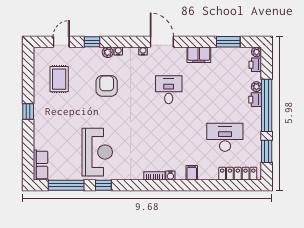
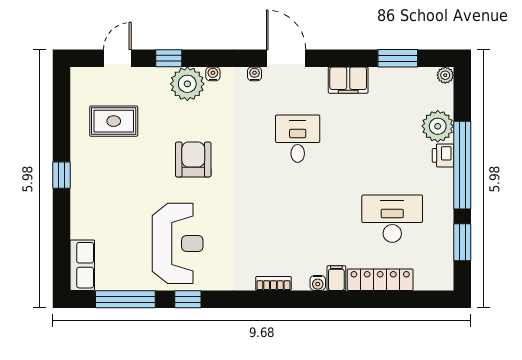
plant: (108, 52) -> (187, 84), width x1.87, depth x1.87
printer: (255, 65) -> (443, 97), removed
rug: (59, 79) -> (114, 121), turned 90
armchair: (107, 86) -> (193, 159), moved
plant: (256, 87) -> (438, 126), width x1.88, depth x1.88
locker: (238, 174) -> (380, 280), moved
water cooler: (170, 176) -> (318, 283), moved

